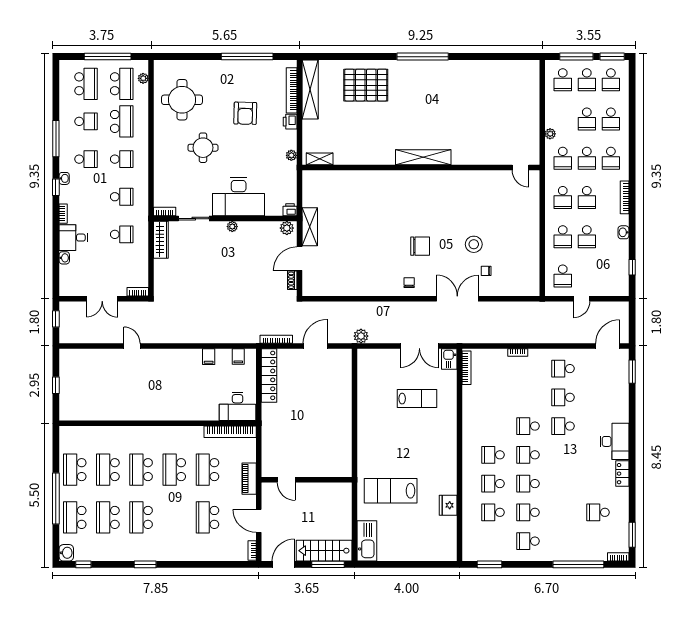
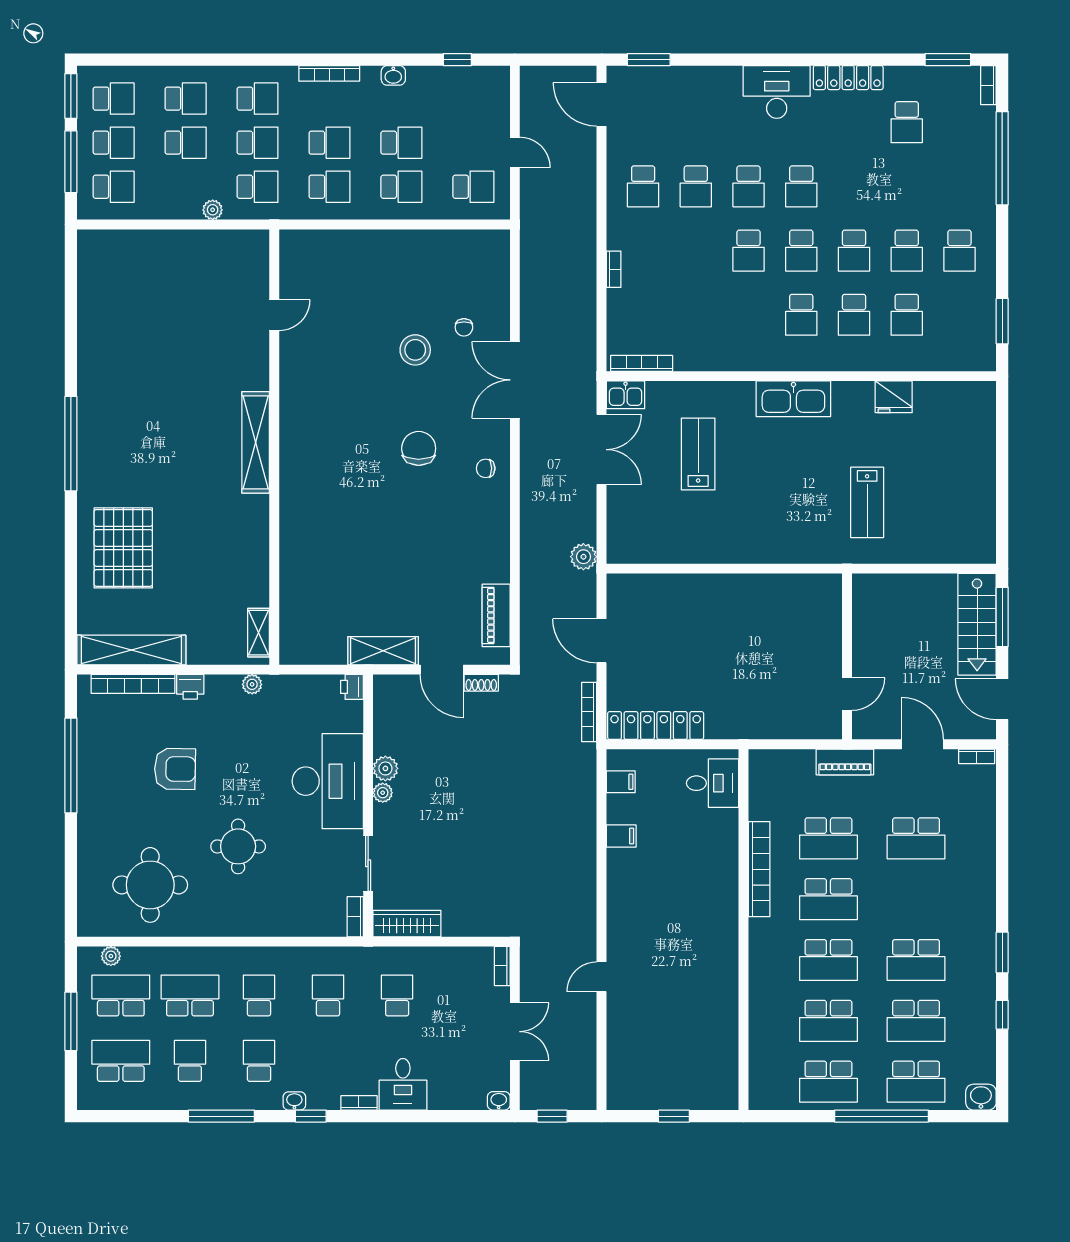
window: (108, 57) -> (71, 1021), width x0.68
door: (520, 167) -> (274, 315), moved
plant: (287, 228) -> (385, 768), moved
washbasin: (64, 258) -> (499, 1101), moved
piano: (329, 288) -> (496, 615), added
desk: (237, 406) -> (713, 783), width x0.73
bookcase: (230, 432) -> (759, 869), moved
school desk: (563, 455) -> (801, 186), added
locker: (622, 474) -> (848, 78), width x1.53
lab bench: (391, 491) -> (867, 502), width x0.73, depth x0.72
door: (259, 521) -> (922, 744), swing flipped
kitchen sink: (367, 541) -> (793, 399), moved, turned 180
window: (83, 564) -> (1002, 1015), moved

